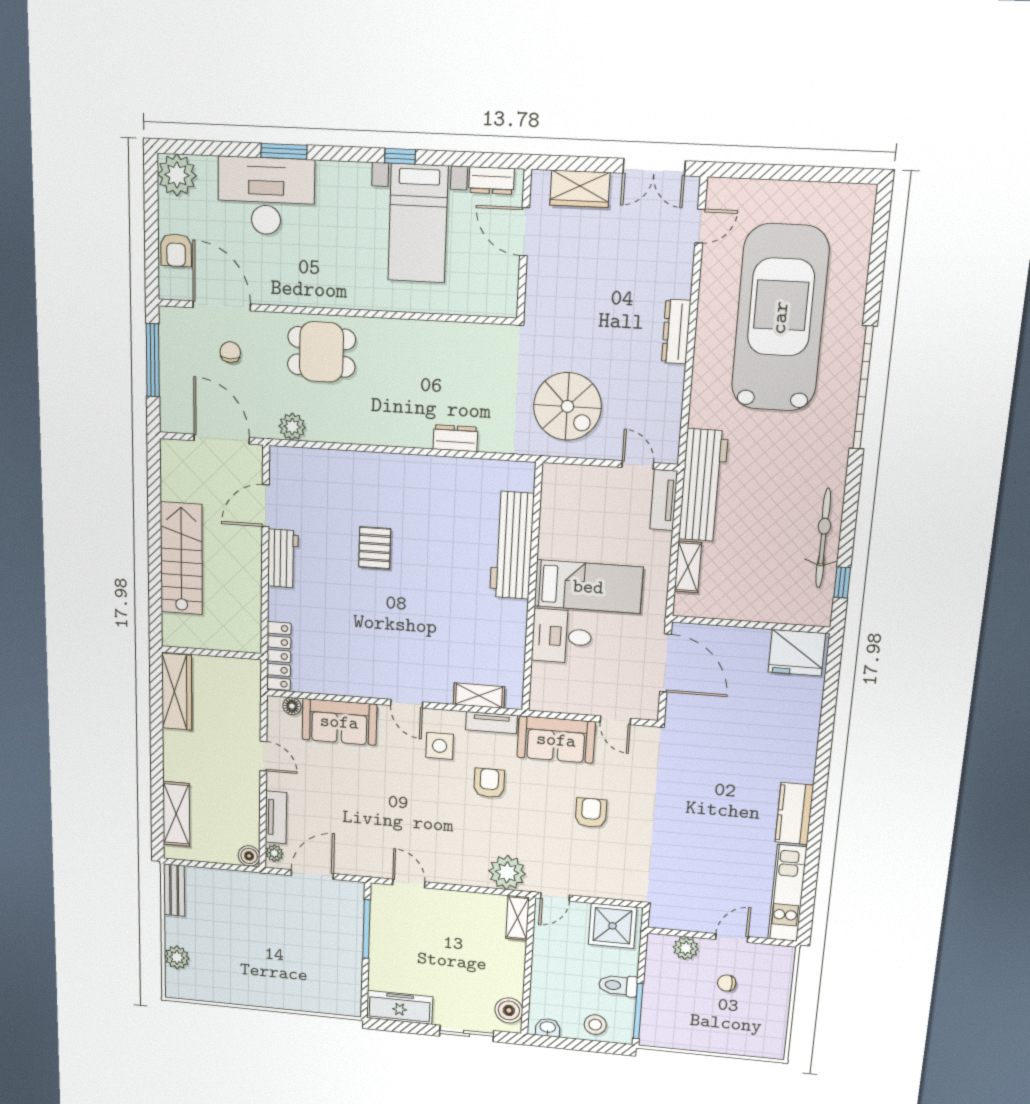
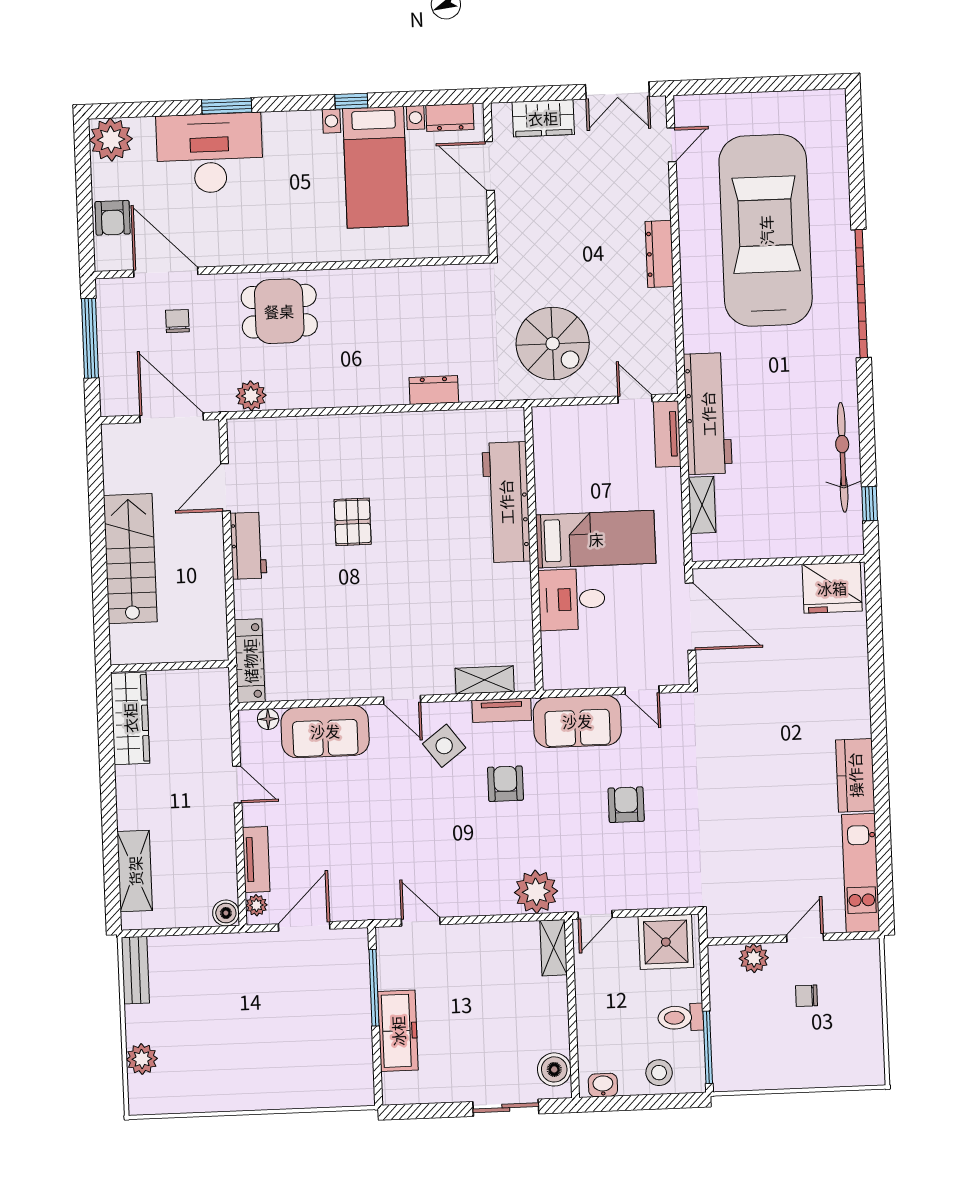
side table: (440, 746) -> (444, 746), turned -37
freezer: (400, 1007) -> (398, 1031), moved, turned 90

